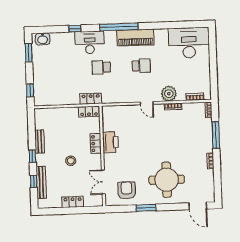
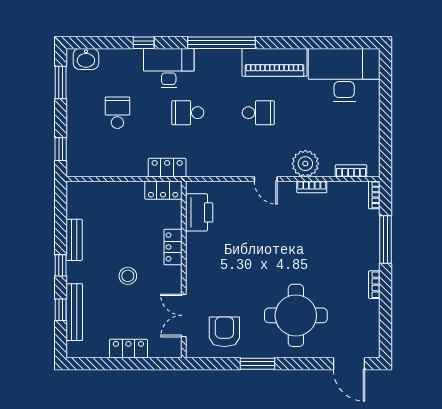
piano: (135, 37) -> (275, 62), moved
school desk: (61, 69) -> (117, 113), added
printer: (110, 142) -> (199, 212), moved

